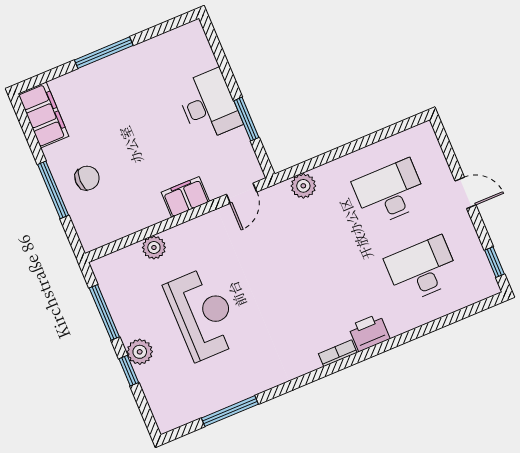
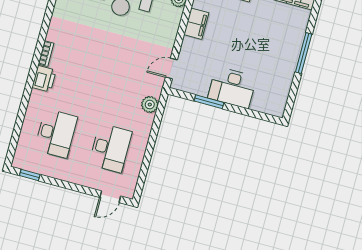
door: (242, 193) -> (171, 69), hinge flipped
door: (465, 193) -> (110, 197), moved
filing cabinet: (185, 197) -> (196, 24), moved

